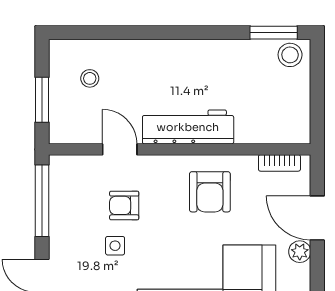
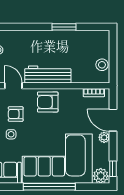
window: (274, 33) -> (64, 27), moved
stool: (290, 55) -> (102, 65), moved
armchair: (210, 192) -> (48, 102), moved, turned 90

